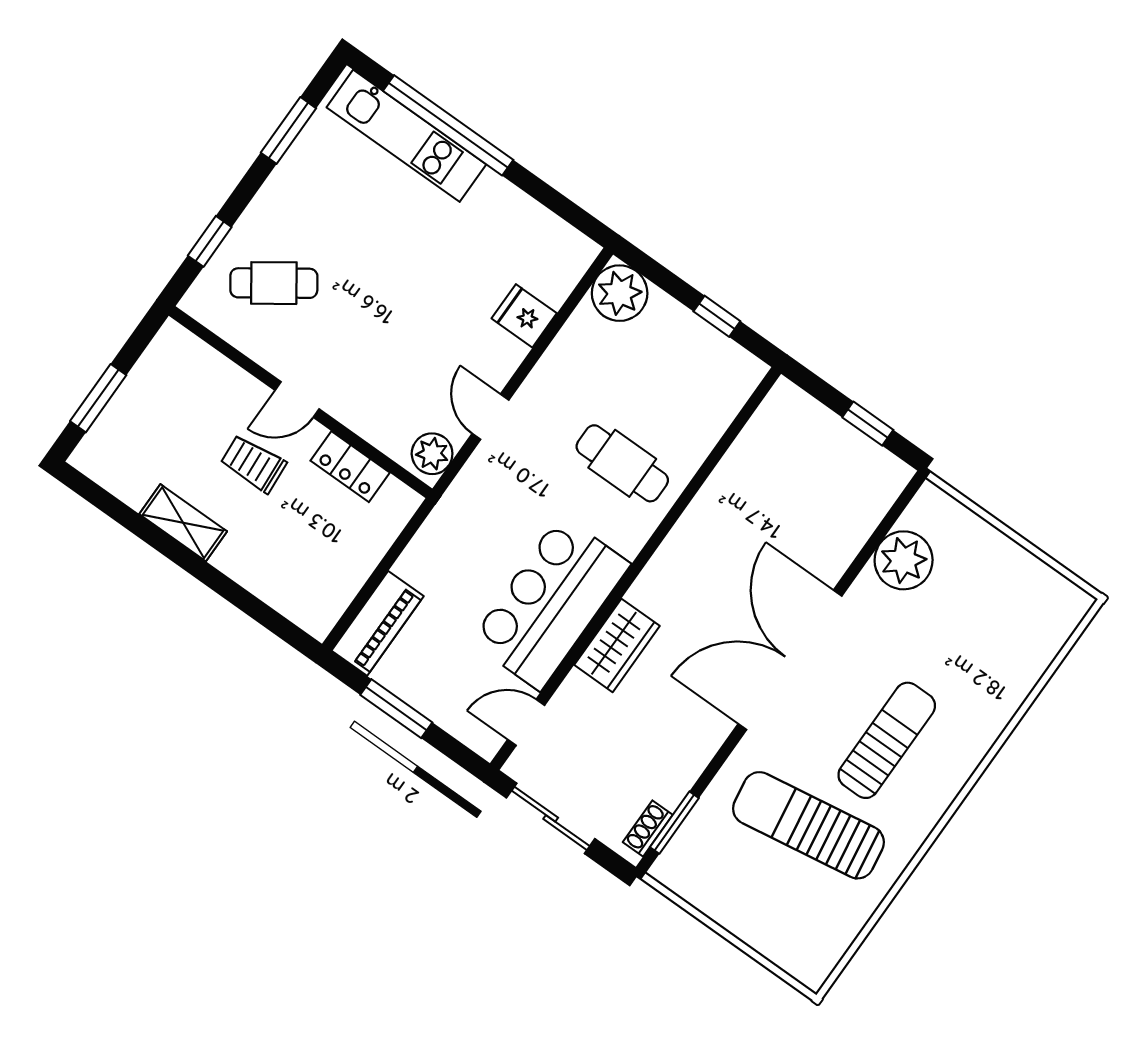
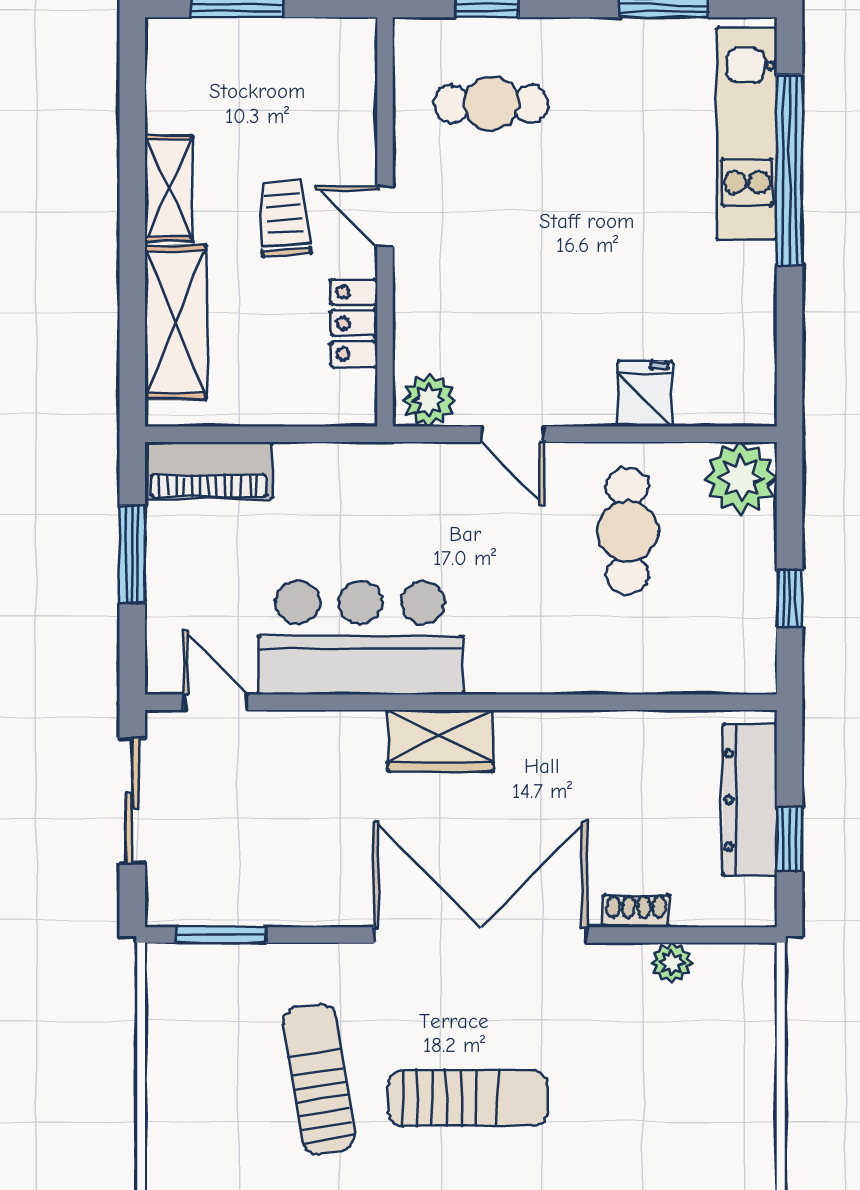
cafe table: (274, 283) -> (491, 104), turned -55
door: (490, 417) -> (513, 434), swing flipped
dresser: (825, 431) -> (750, 800), added
cafe table: (622, 463) -> (627, 531), moved
plant: (904, 560) -> (672, 963), width x0.53, depth x0.53
shelving: (270, 578) -> (176, 322), added
wardrobe: (617, 645) -> (440, 741), moved
sun lounger: (808, 825) -> (319, 1079), width x0.73, depth x0.75
shoe rack: (648, 828) -> (636, 911), moved

